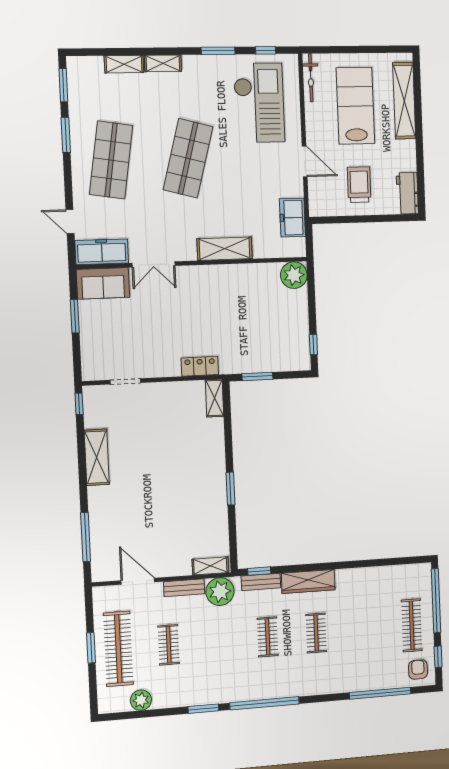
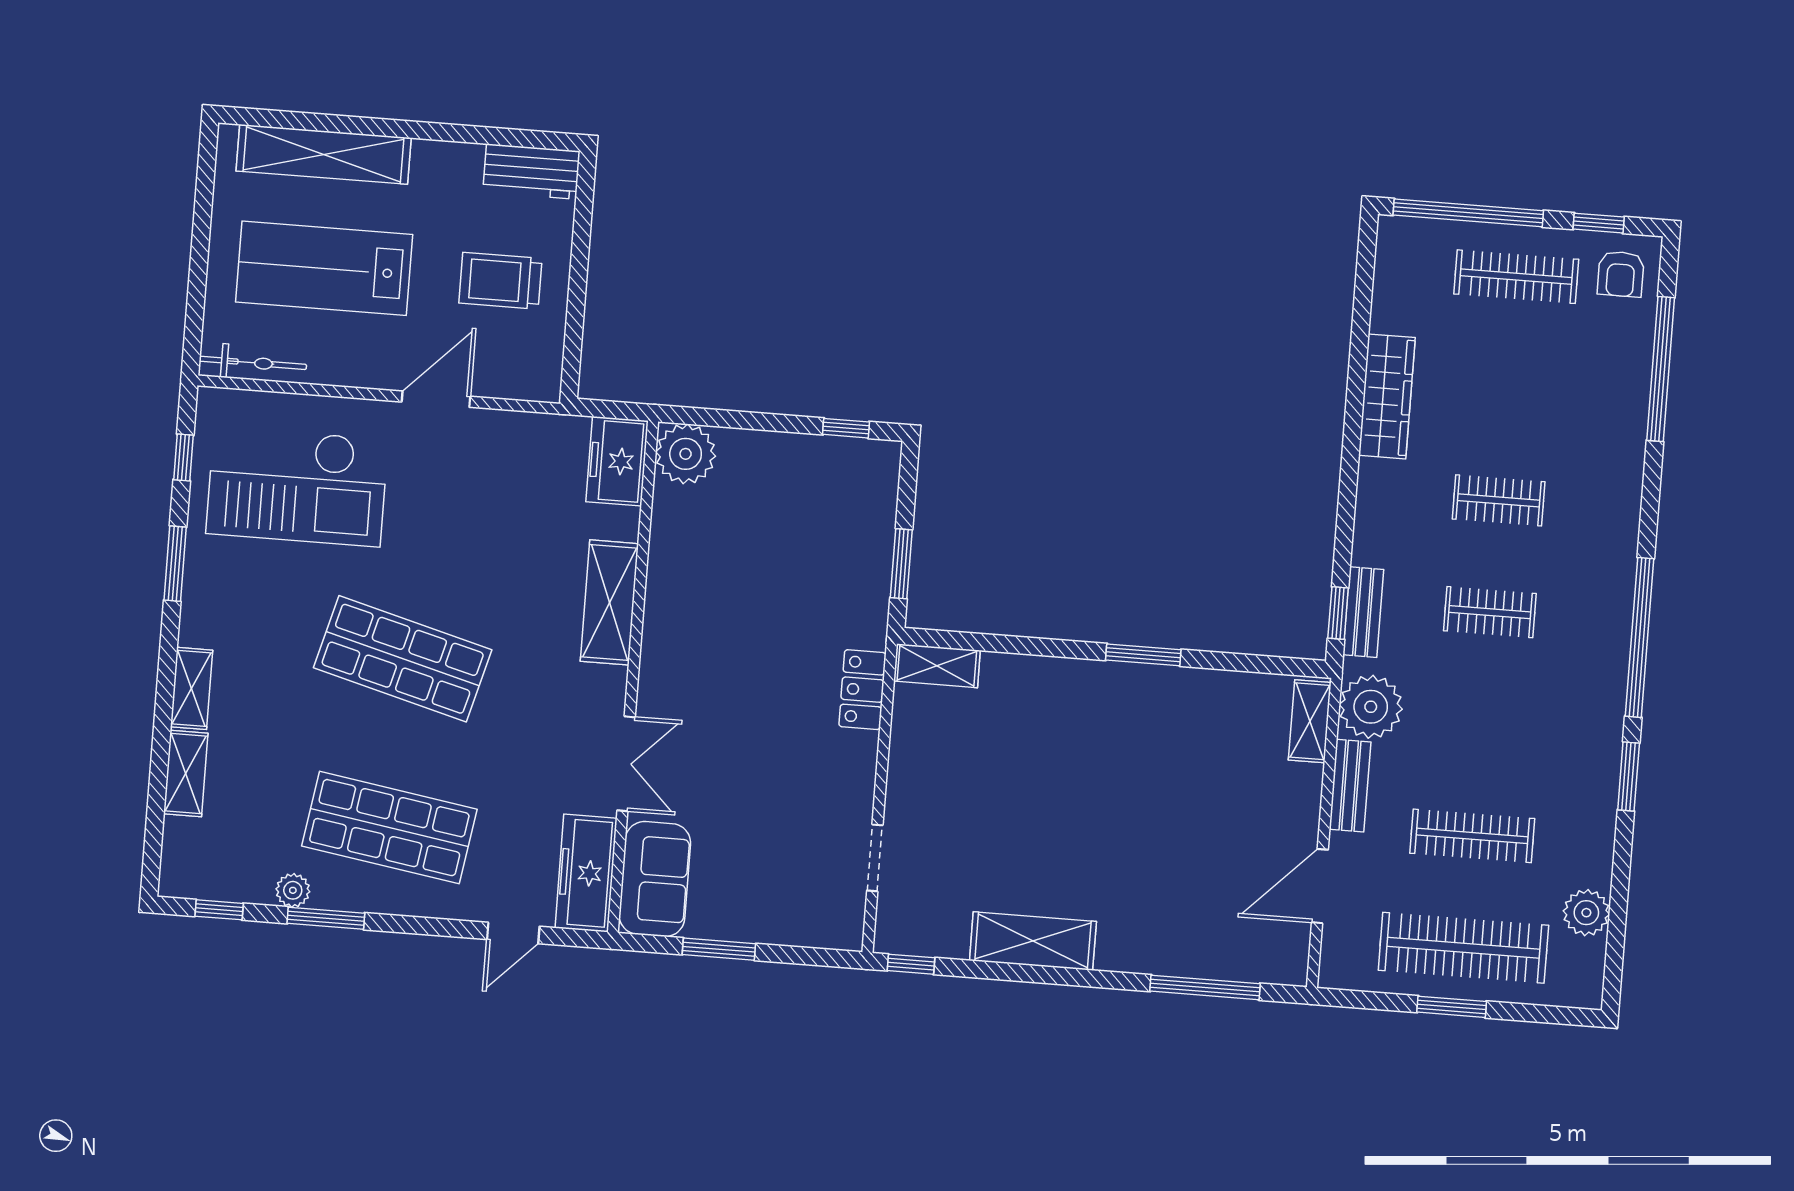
window: (63, 85) -> (219, 910), width x0.67
checkout: (259, 103) -> (297, 486), turned 180
plant: (77, 118) -> (293, 890), added
freezer: (292, 218) -> (617, 461), moved, turned 90
wardrobe: (308, 581) -> (1387, 396), moved
clothes rail: (169, 645) -> (1472, 836), width x1.36
armchair: (418, 670) -> (1621, 274), turned -90

